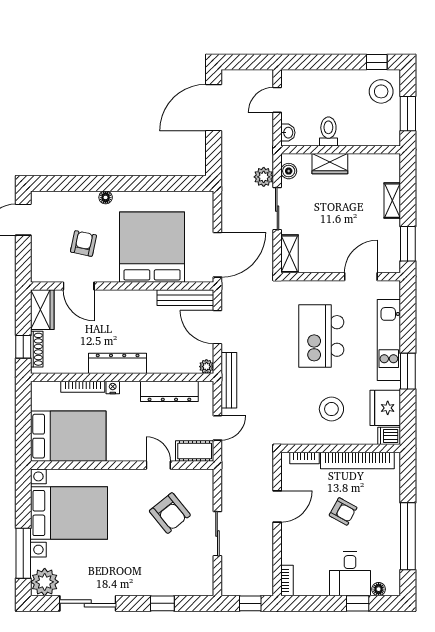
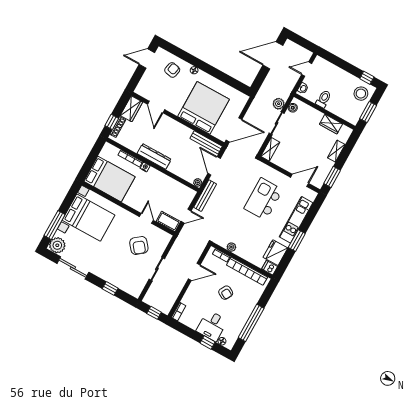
wardrobe: (330, 164) -> (331, 124), moved
armchair: (83, 243) -> (172, 70), moved
dresser: (169, 391) -> (172, 185), removed
stool: (331, 409) -> (248, 238), removed
plant: (313, 437) -> (231, 247), added

